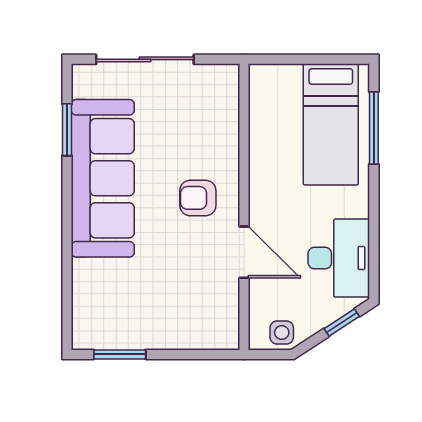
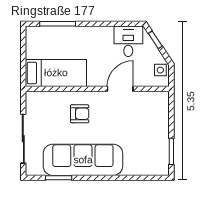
bed: (331, 124) -> (56, 73), moved
armchair: (198, 198) -> (80, 114), moved, turned -90
desk: (339, 258) -> (128, 41), width x0.73

